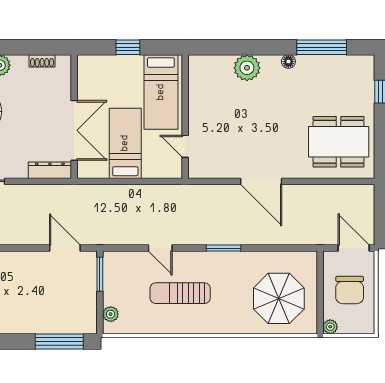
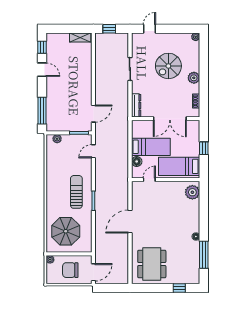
plant: (247, 68) -> (192, 192), moved
double door: (74, 130) -> (170, 119), moved
floor lamp: (152, 169) -> (137, 161), added
door: (160, 248) -> (93, 151), moved
sun lounger: (180, 293) -> (76, 192), moved

